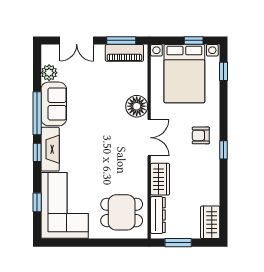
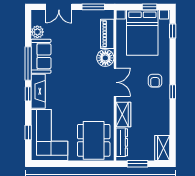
piano: (124, 53) -> (107, 34), moved, turned 90
armchair: (201, 135) -> (155, 81), turned -90
dining table: (122, 212) -> (94, 140), width x1.38

